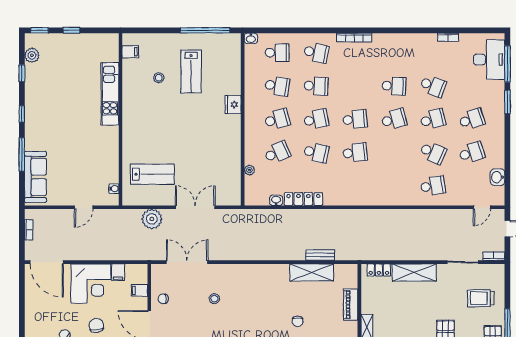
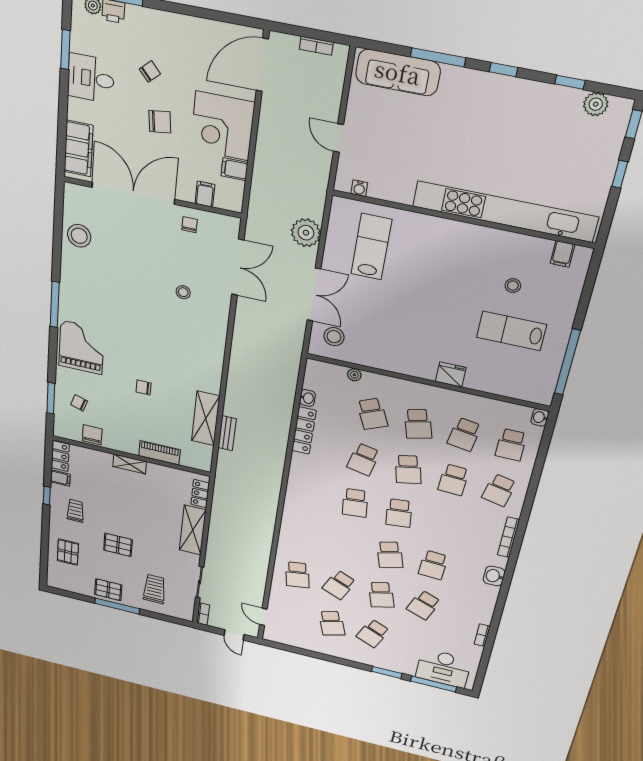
kitchen unit: (110, 94) -> (505, 212), width x1.86
school desk: (472, 119) -> (373, 633), turned 42
lab bench: (152, 174) -> (371, 247), turned 180
washbasin: (498, 177) -> (494, 576), moved, turned -90
stool: (223, 189) -> (334, 337), added

